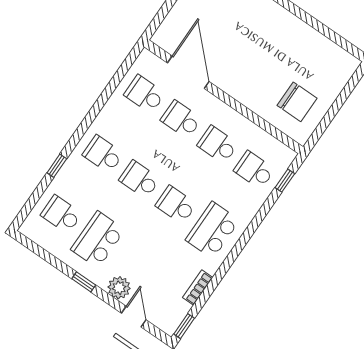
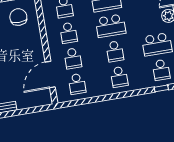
window: (57, 166) -> (161, 88), moved
school desk: (176, 205) -> (111, 26), width x1.85

